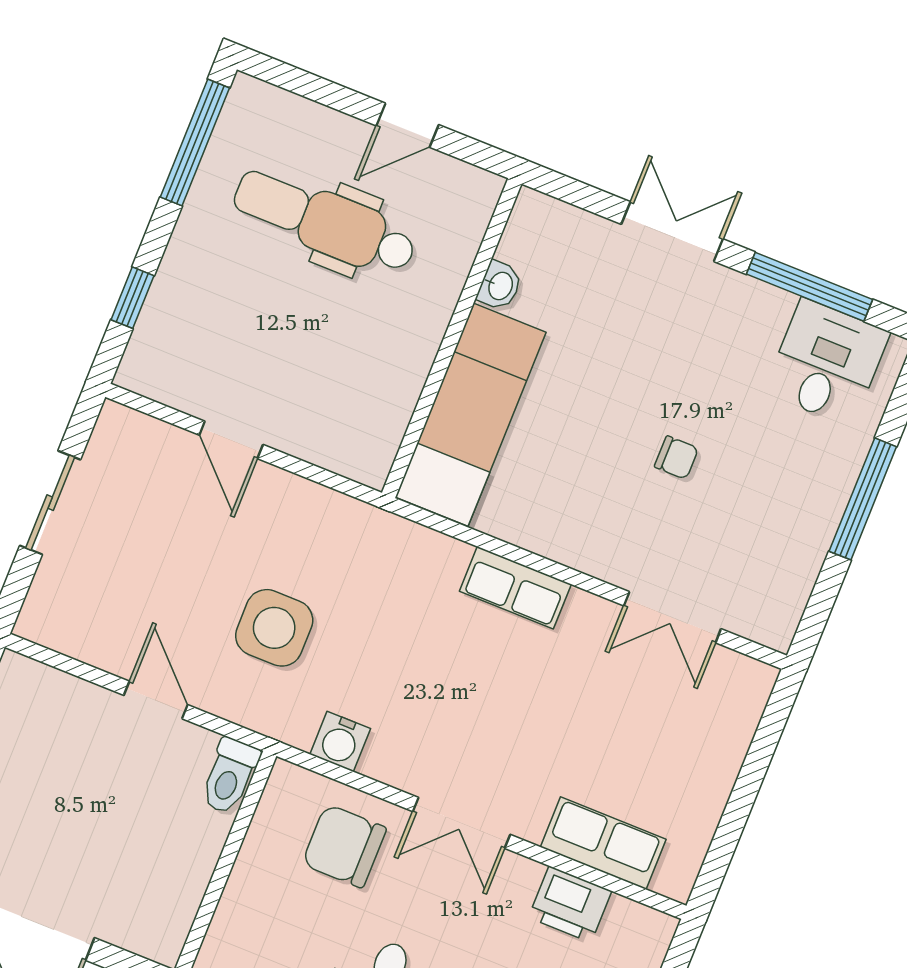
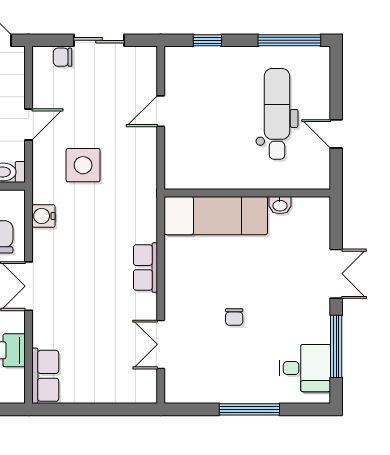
chair: (54, 584) -> (63, 57), added
row of seats: (603, 843) -> (45, 376), moved

